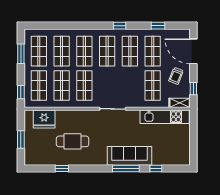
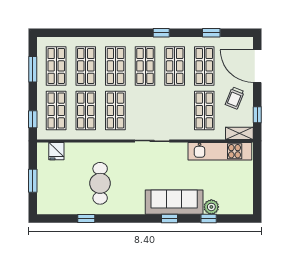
fridge: (44, 119) -> (56, 151), width x0.53, depth x0.75
cafe table: (73, 141) -> (100, 183), turned 90
plant: (158, 160) -> (211, 207), added
window: (126, 168) -> (169, 219), width x0.46

